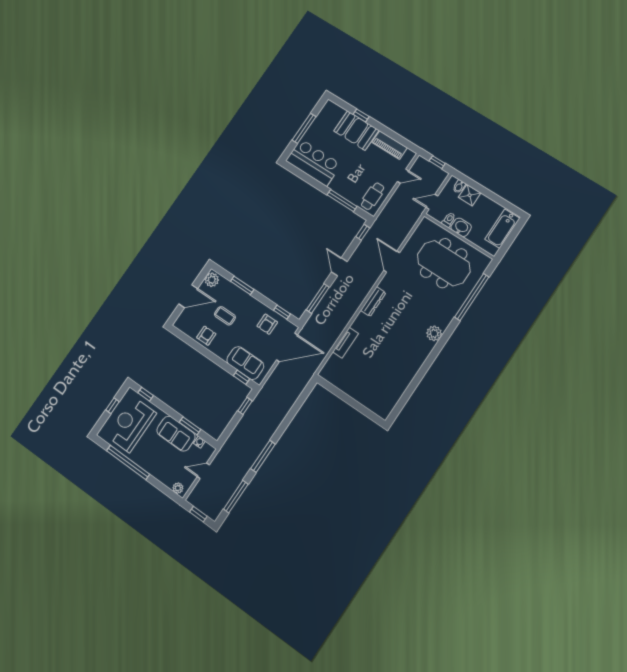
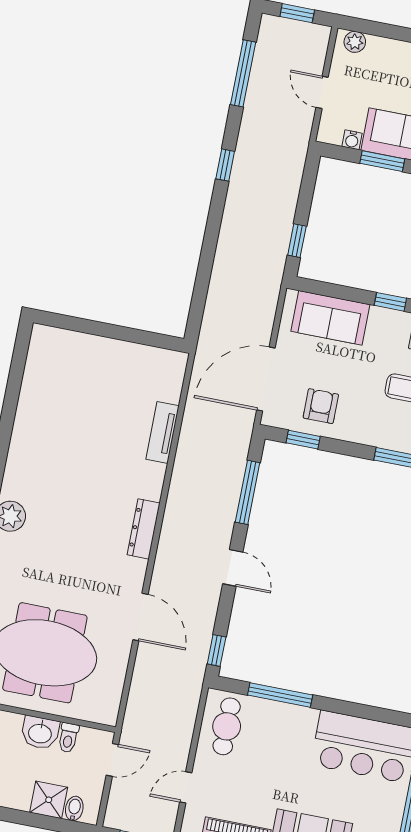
window: (242, 377) -> (390, 302), moved
window: (263, 456) -> (225, 165), width x0.46
door: (203, 471) -> (322, 92), swing flipped

